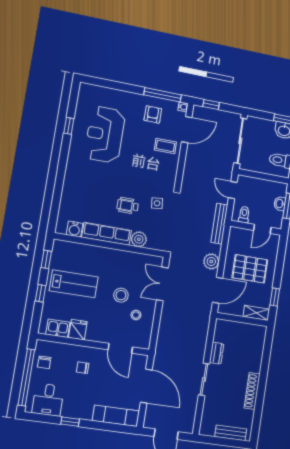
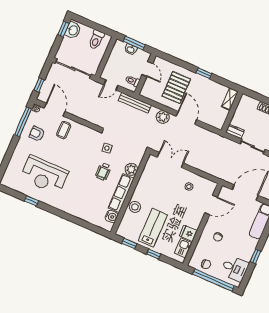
double door: (162, 284) -> (170, 160), swing flipped
stool: (121, 295) -> (135, 207), moved
shelving: (256, 313) -> (230, 99), moved
wall: (242, 319) -> (232, 112), moved

